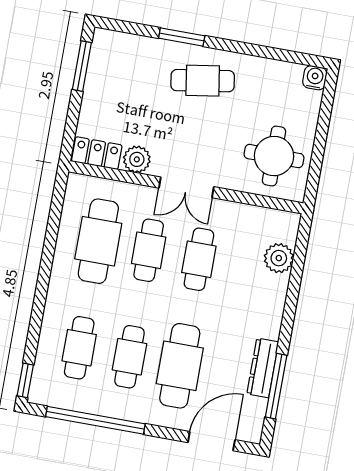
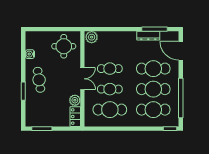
water cooler: (315, 78) -> (30, 54), moved
plant: (279, 258) -> (92, 37), moved
cafe table: (79, 348) -> (153, 110), width x1.37, depth x1.35
cafe table: (129, 357) -> (153, 89), width x1.37, depth x1.35

